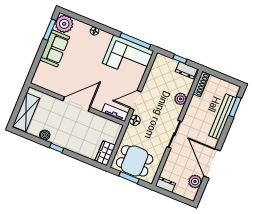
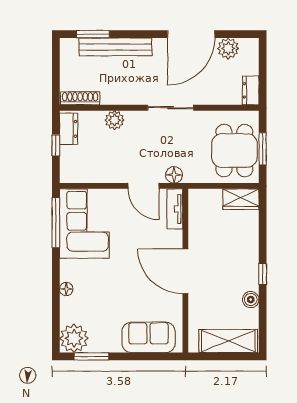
sofa: (55, 48) -> (149, 337), moved

